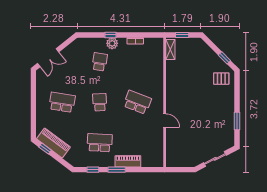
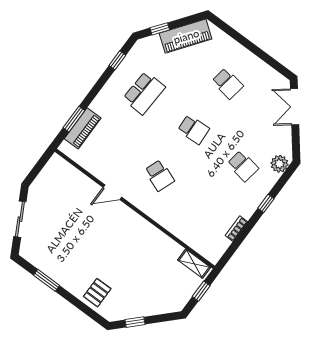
plant: (112, 43) -> (279, 164), moved
pallet: (221, 79) -> (97, 293), moved
school desk: (62, 102) -> (228, 83), width x0.54
school desk: (137, 102) -> (159, 175), width x0.54
window: (45, 149) -> (160, 29), moved
piano: (128, 161) -> (83, 128), moved
window: (117, 170) -> (74, 119), moved

